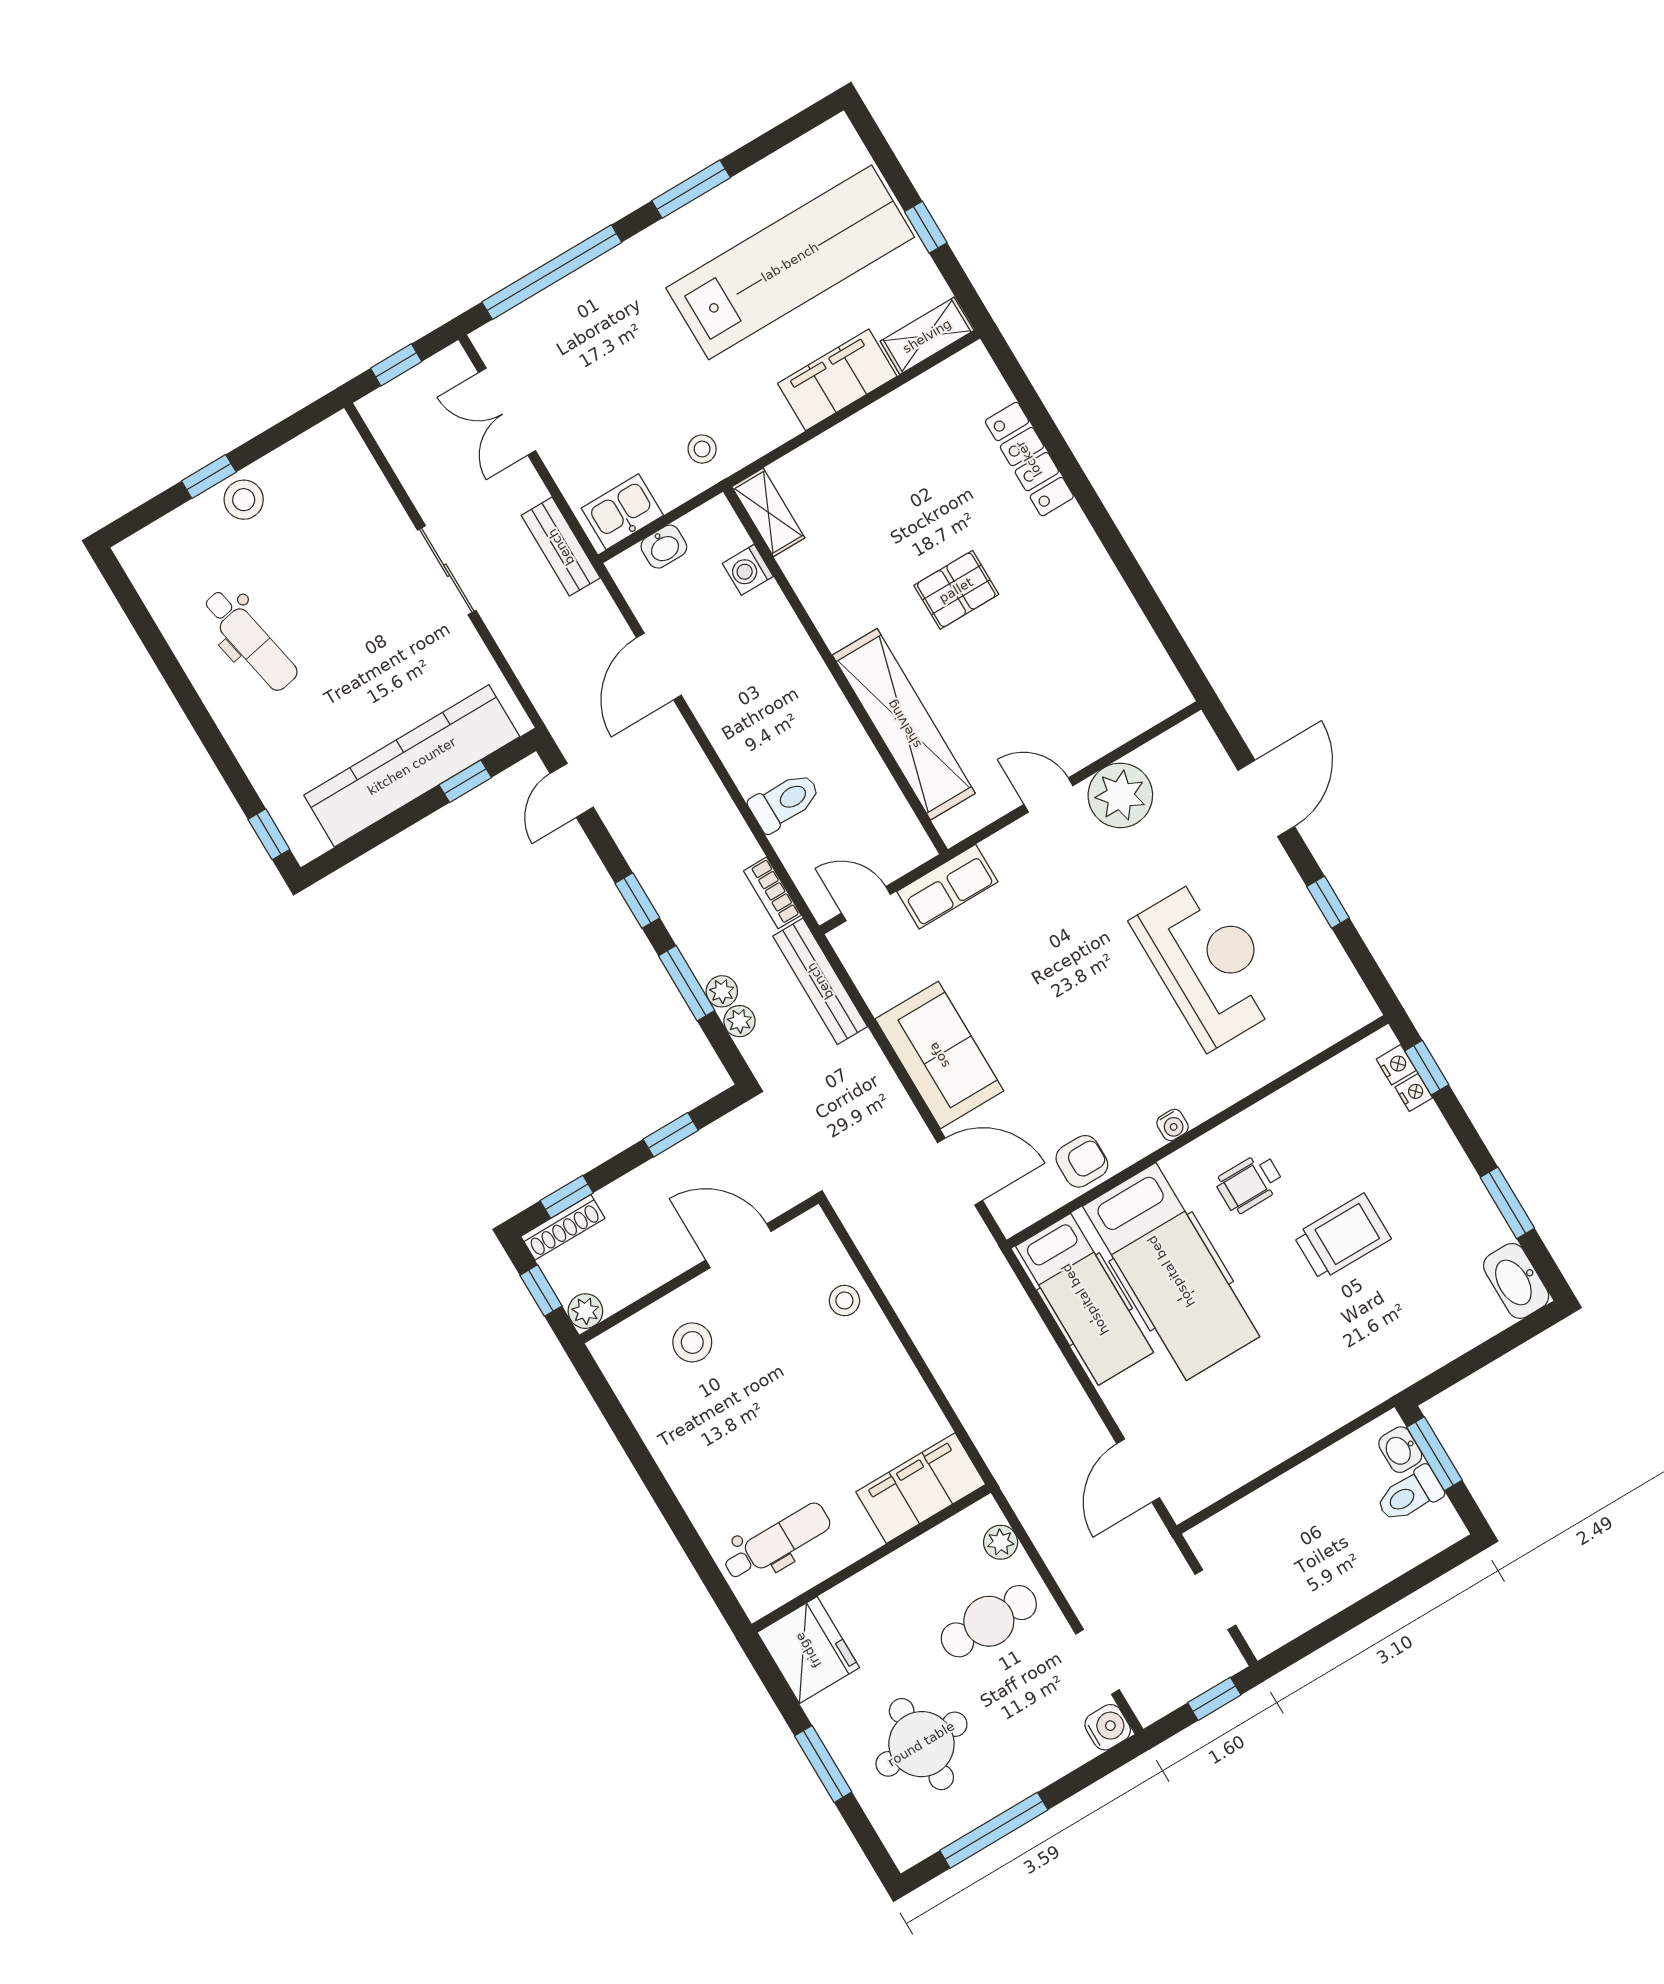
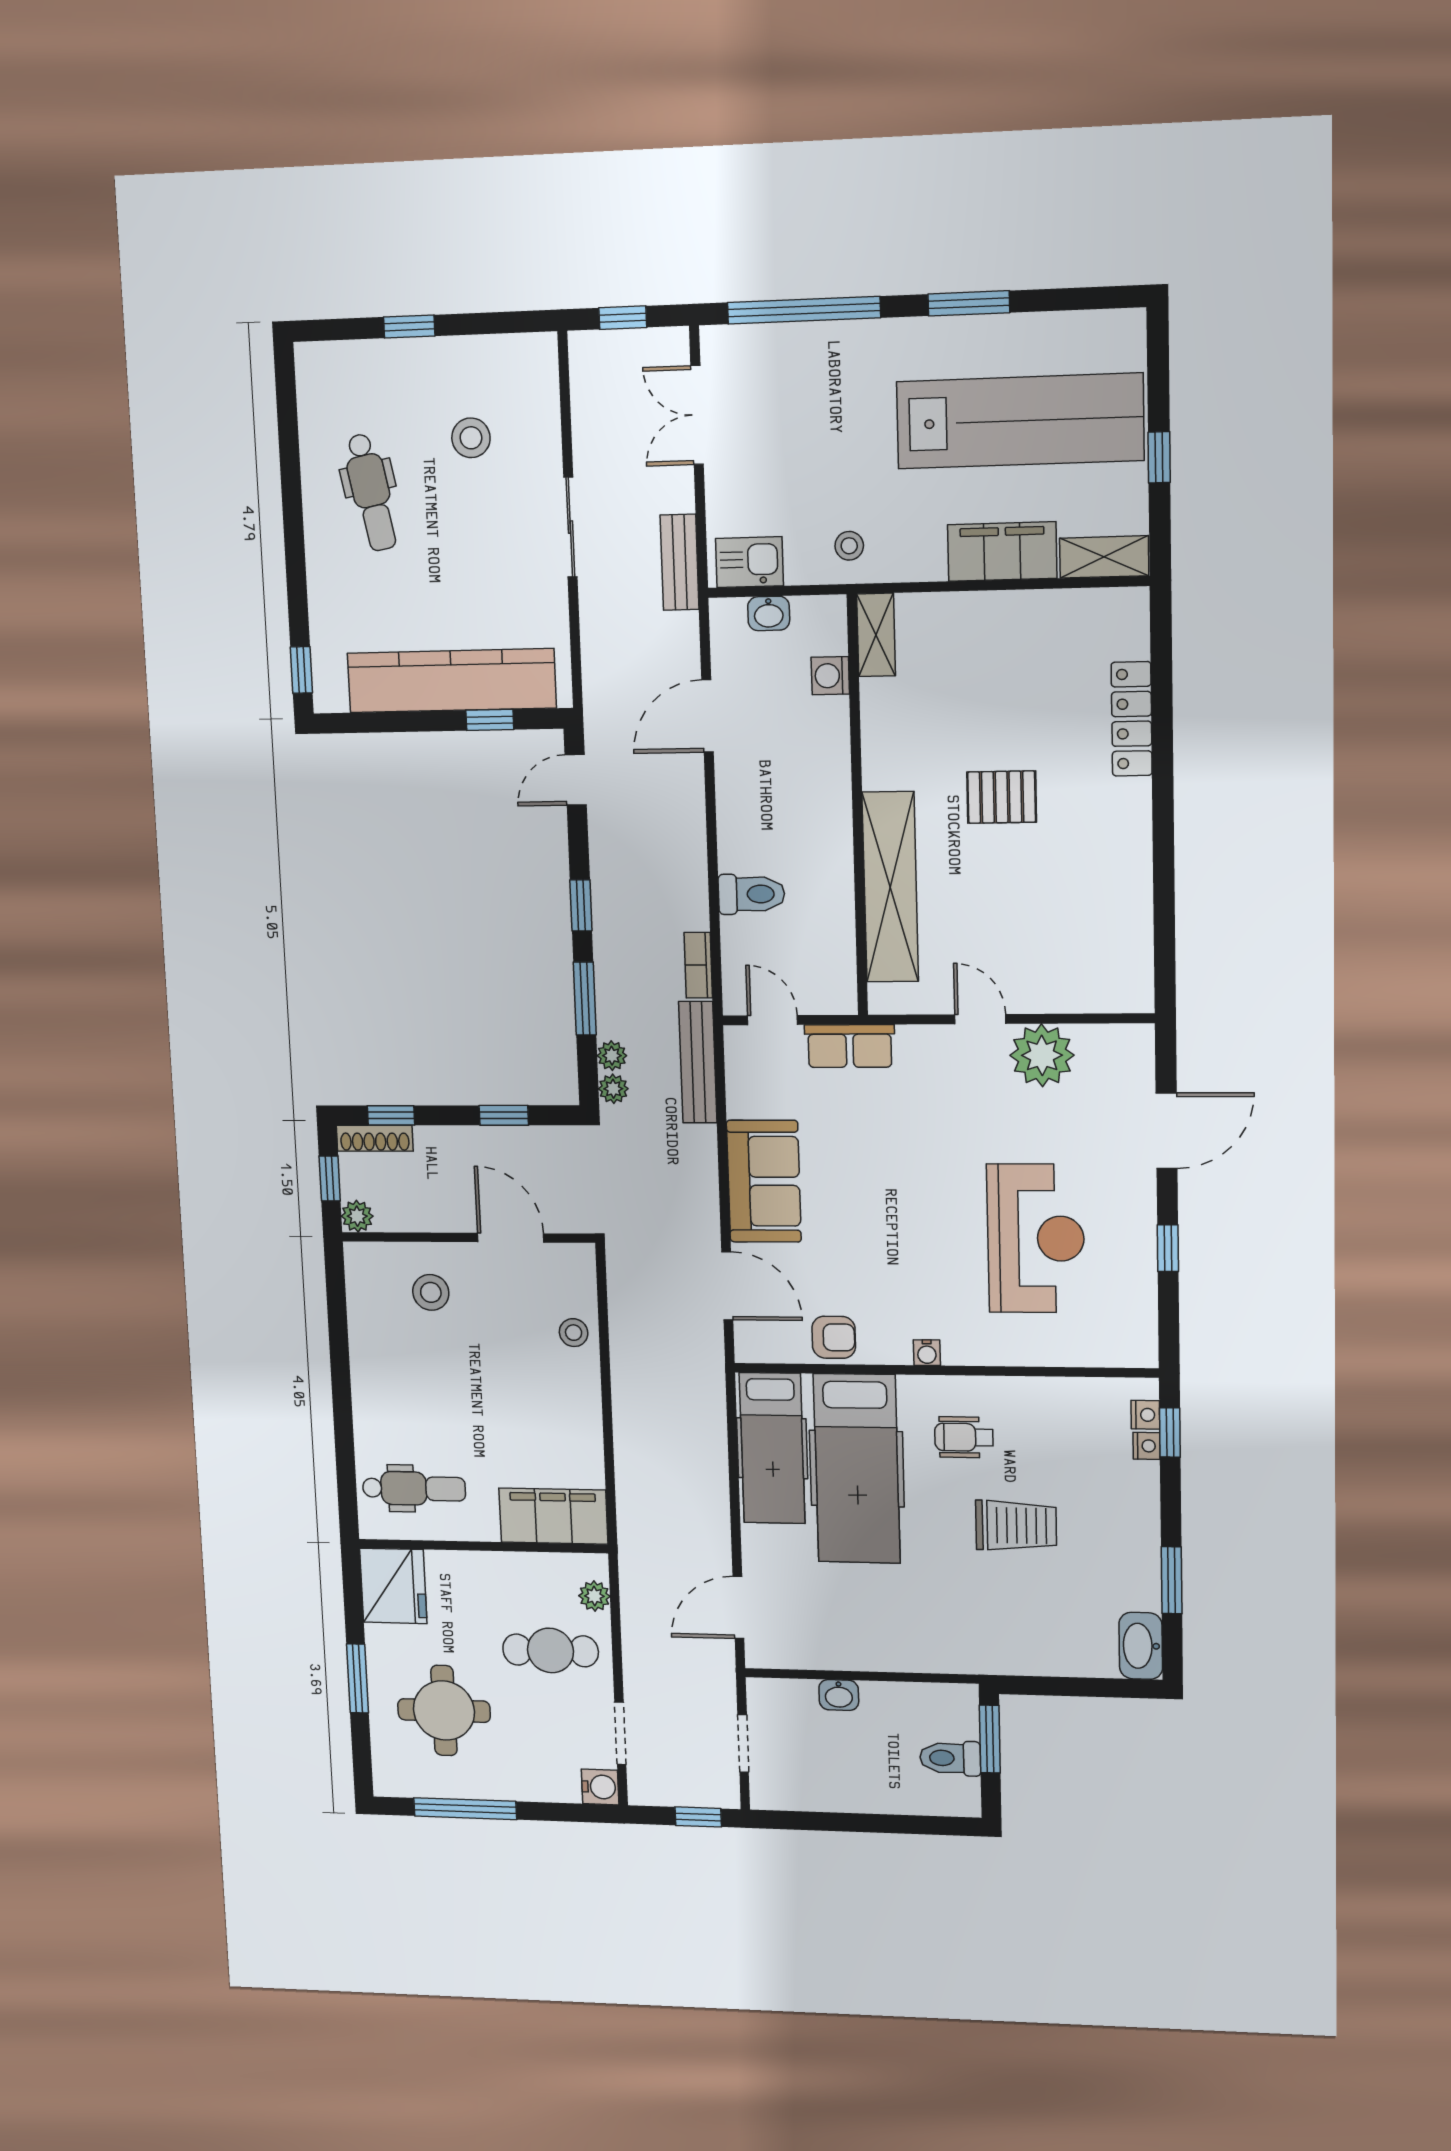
stool: (244, 500) -> (471, 438), moved
plant: (722, 991) -> (613, 1089), moved
washbasin: (1400, 1450) -> (839, 1695), moved, turned -90

